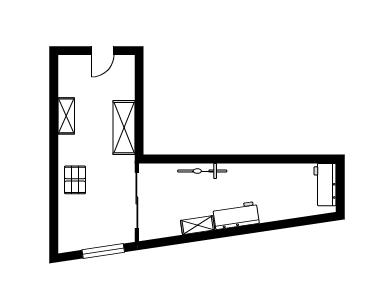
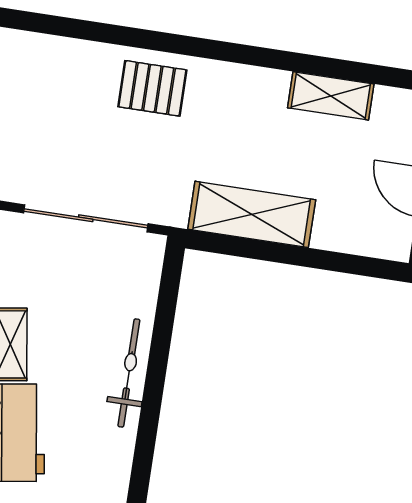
shelving: (66, 116) -> (331, 96), moved

